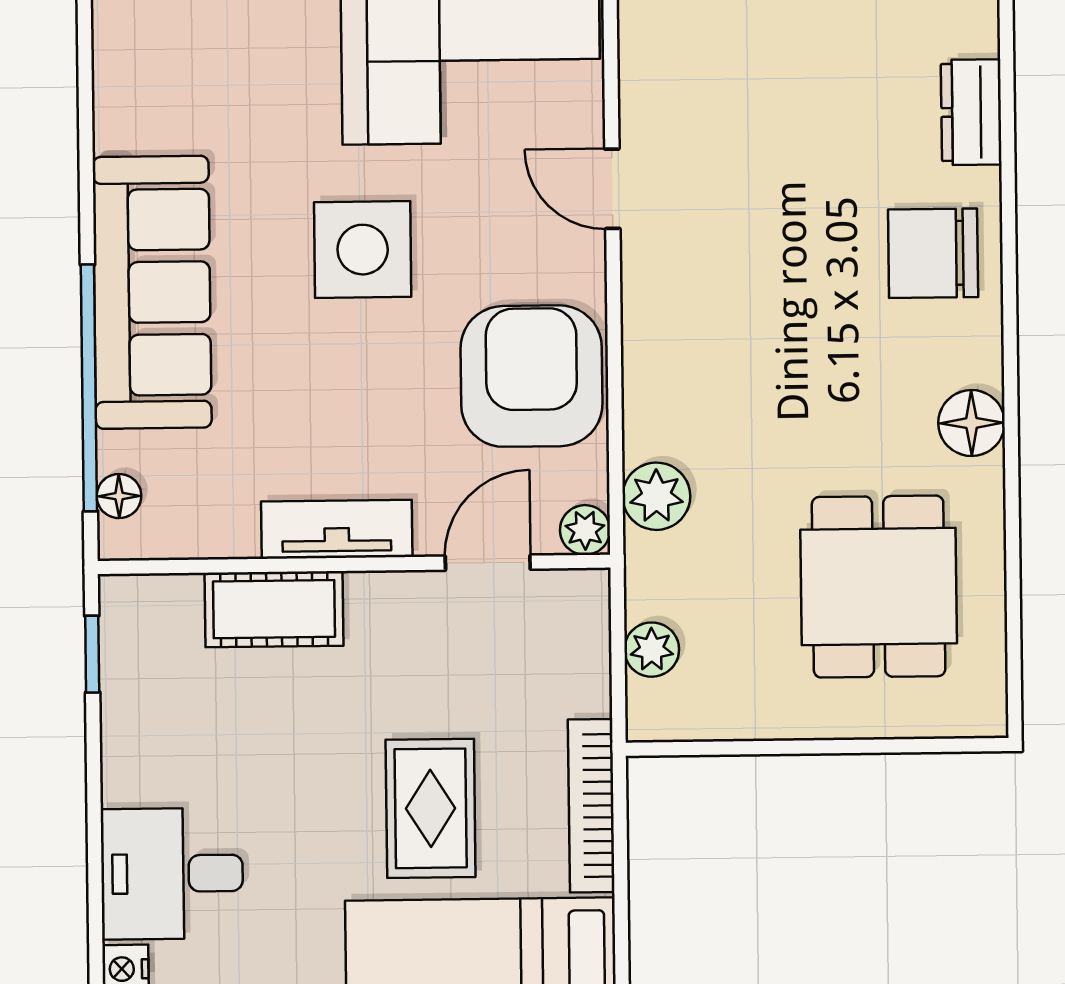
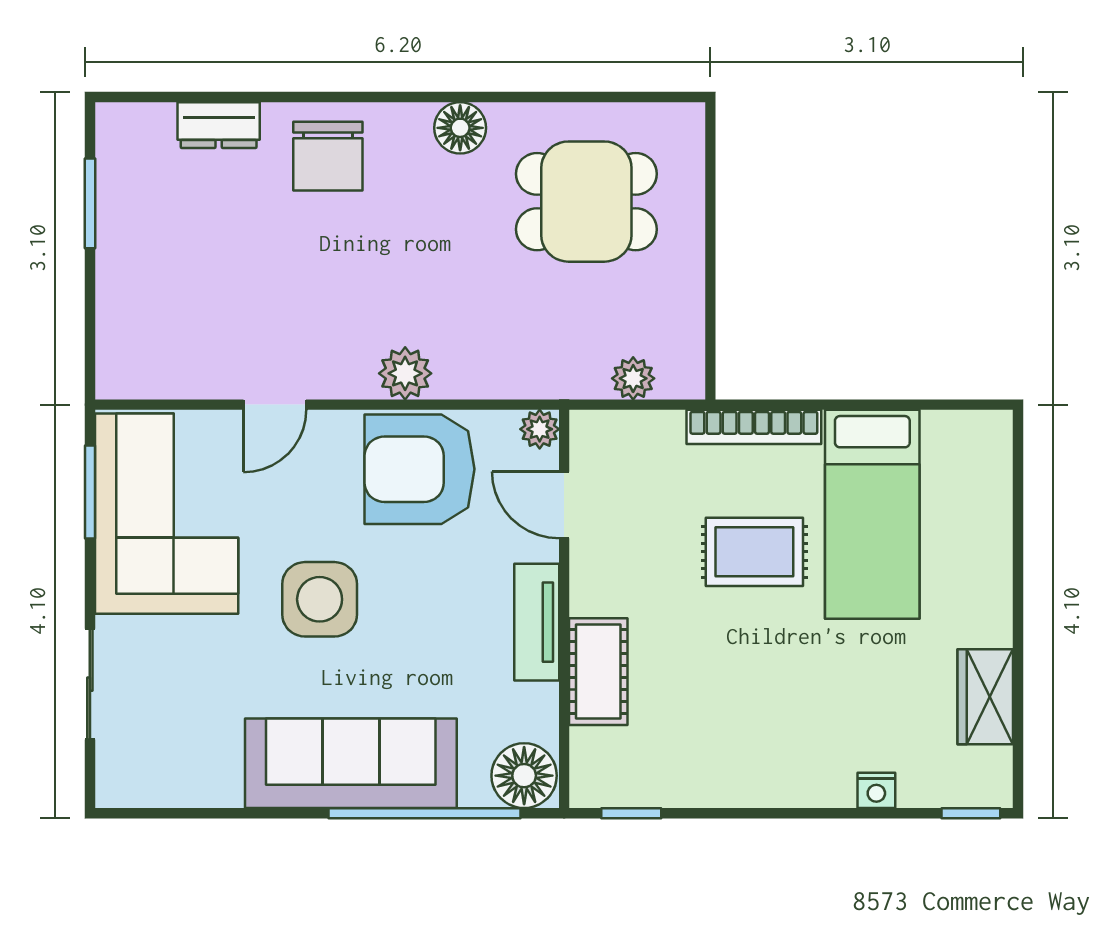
floor lamp: (119, 496) -> (524, 776), width x1.89, depth x1.89
plant: (656, 496) -> (405, 373), moved
desk: (172, 874) -> (803, 753), removed

